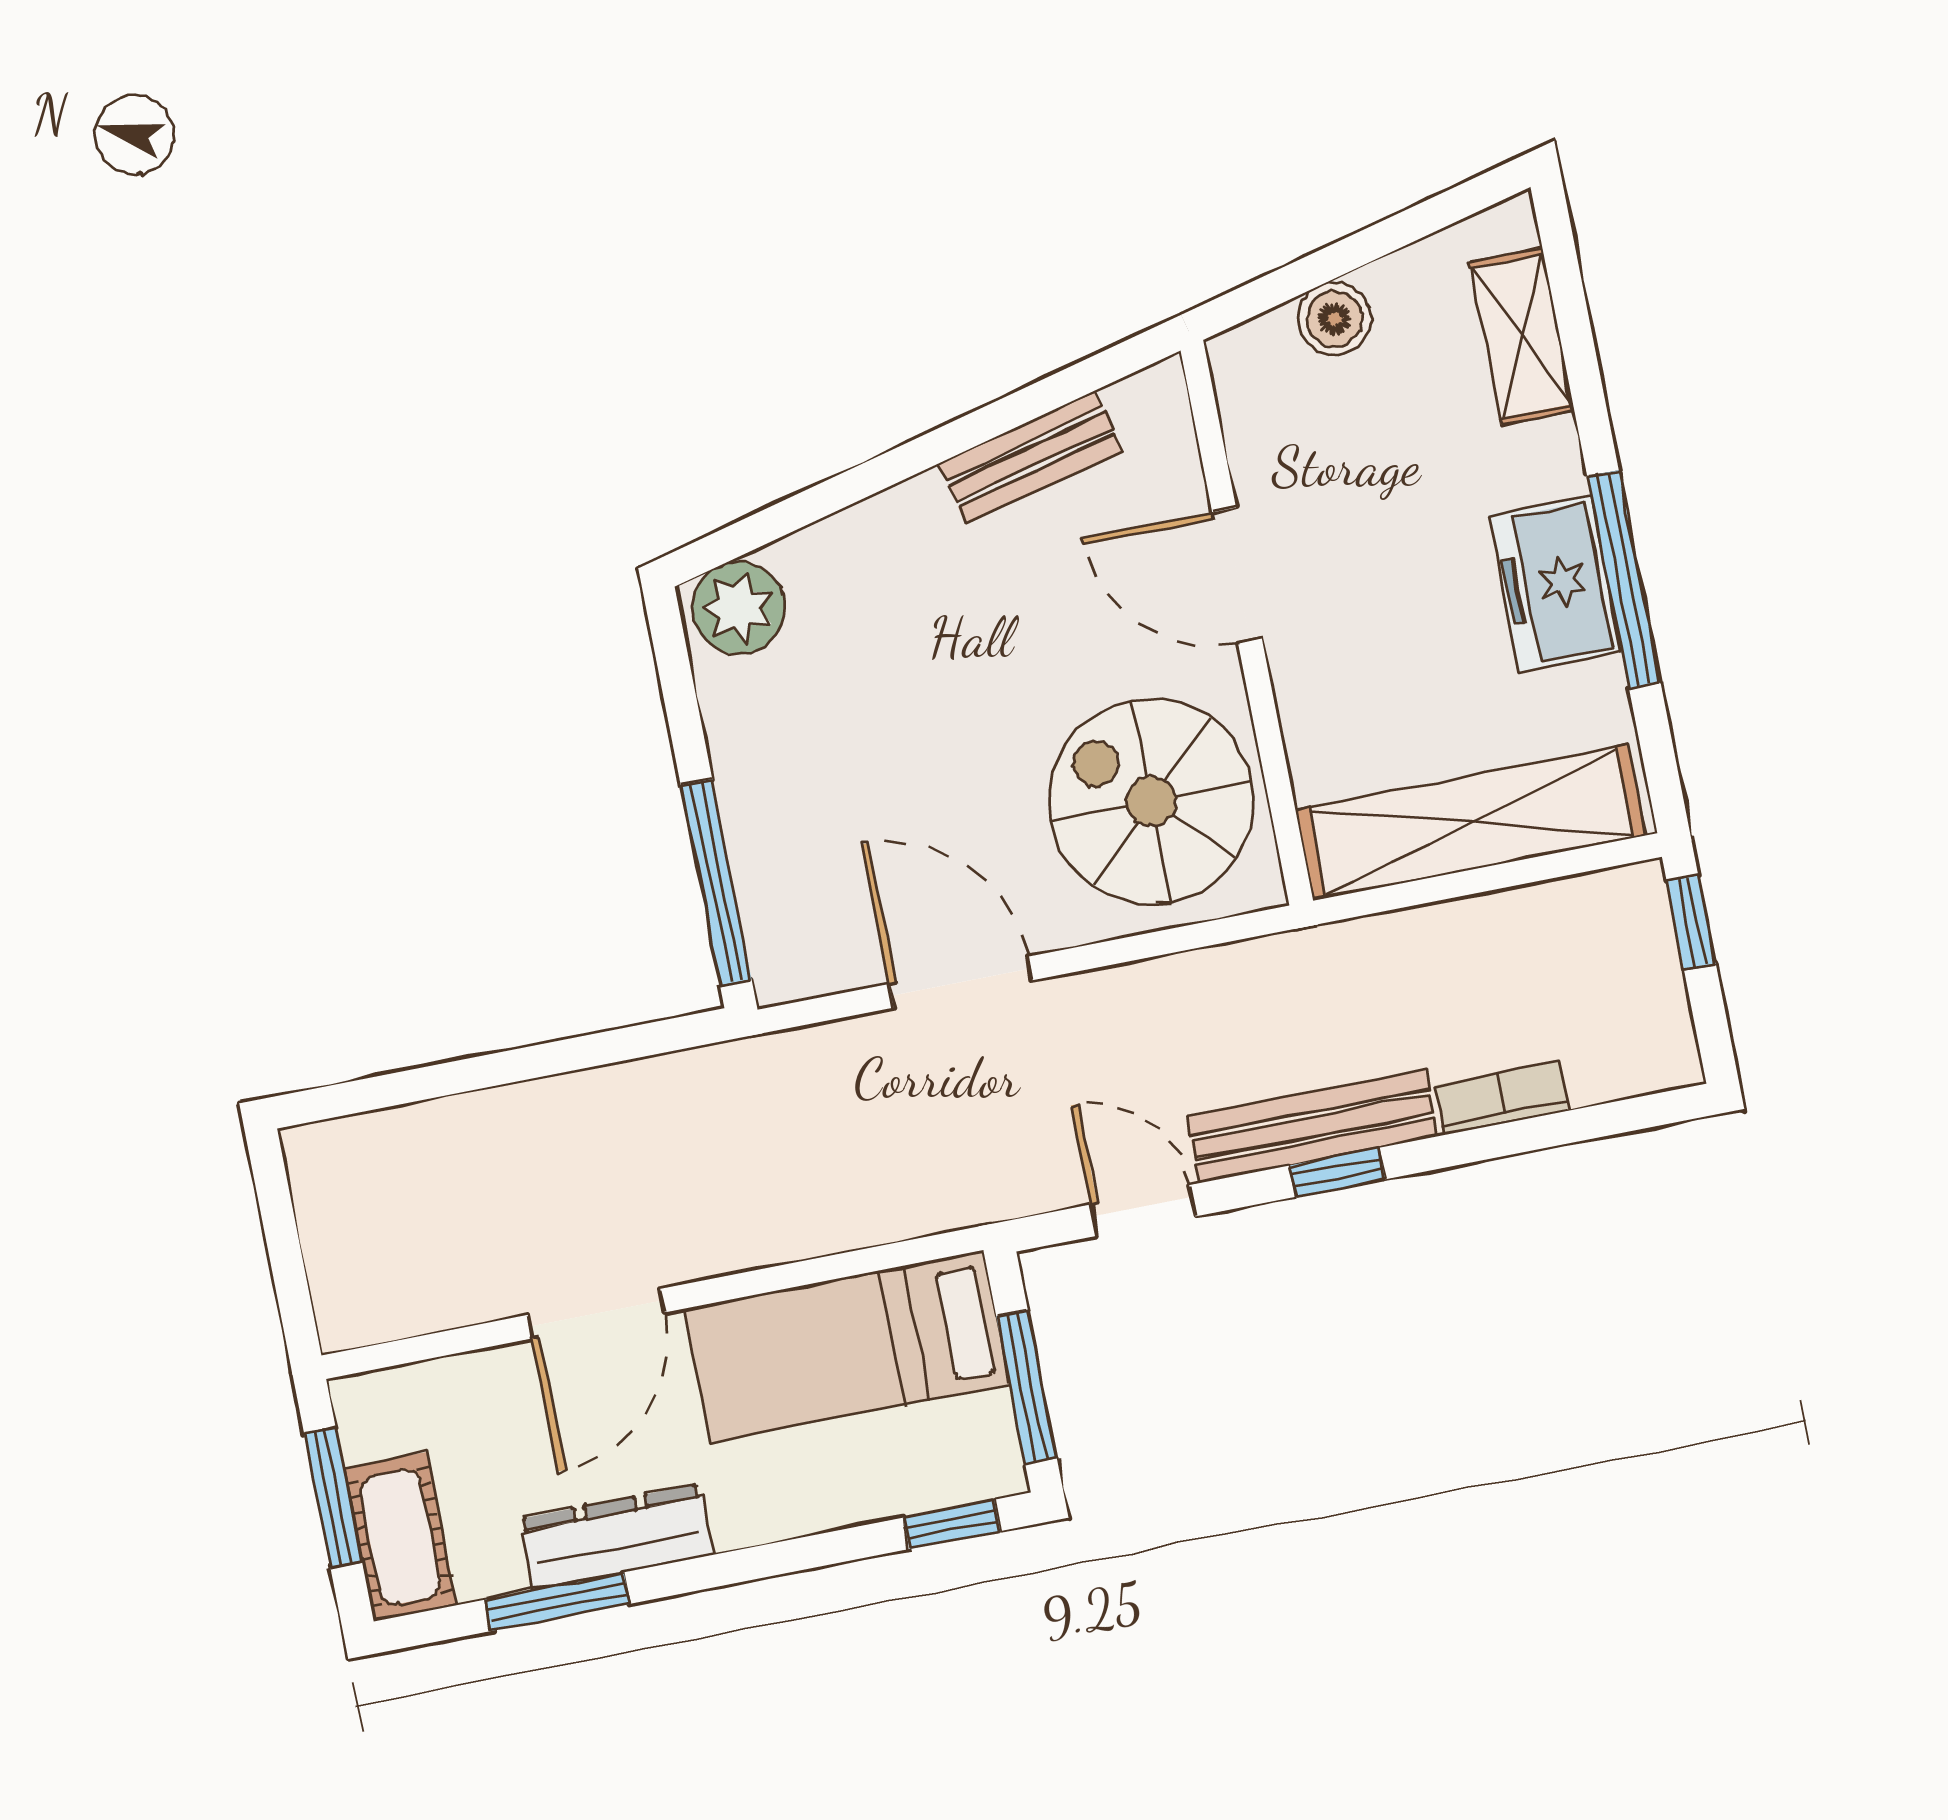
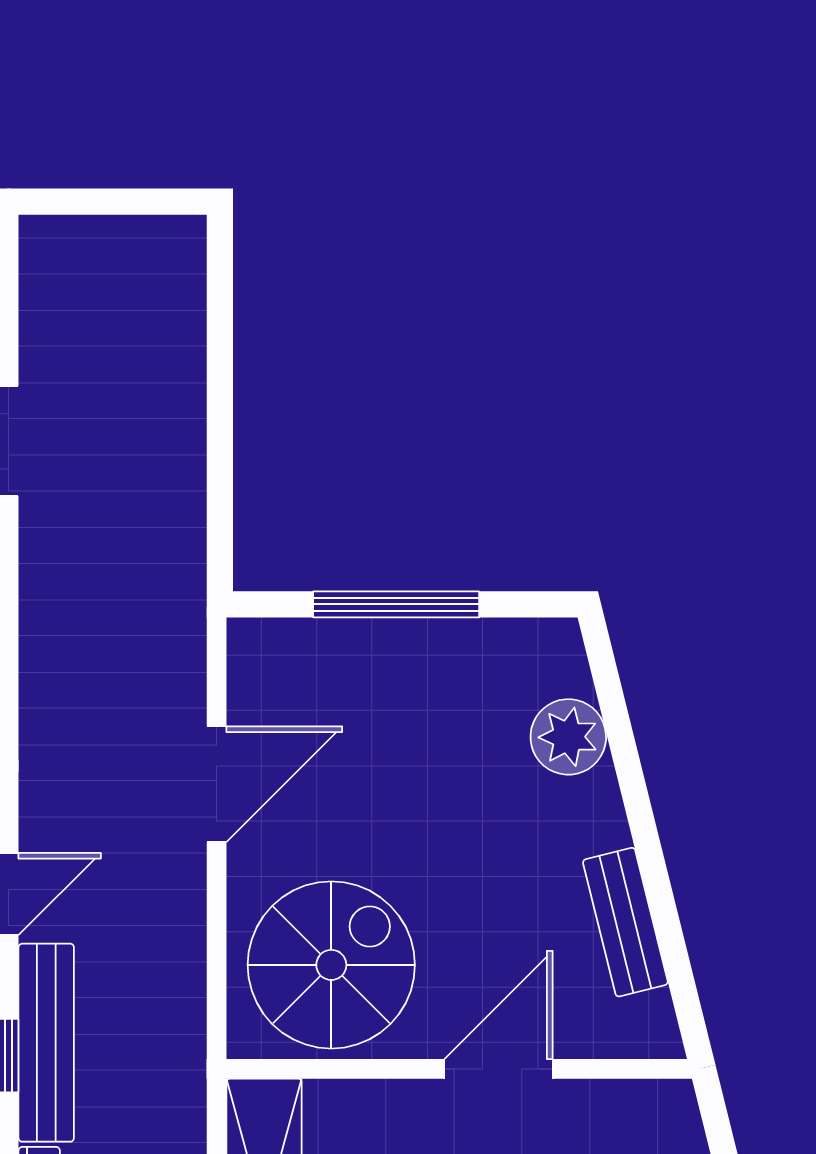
plant: (738, 608) -> (568, 737), moved
window: (716, 882) -> (396, 604), moved

